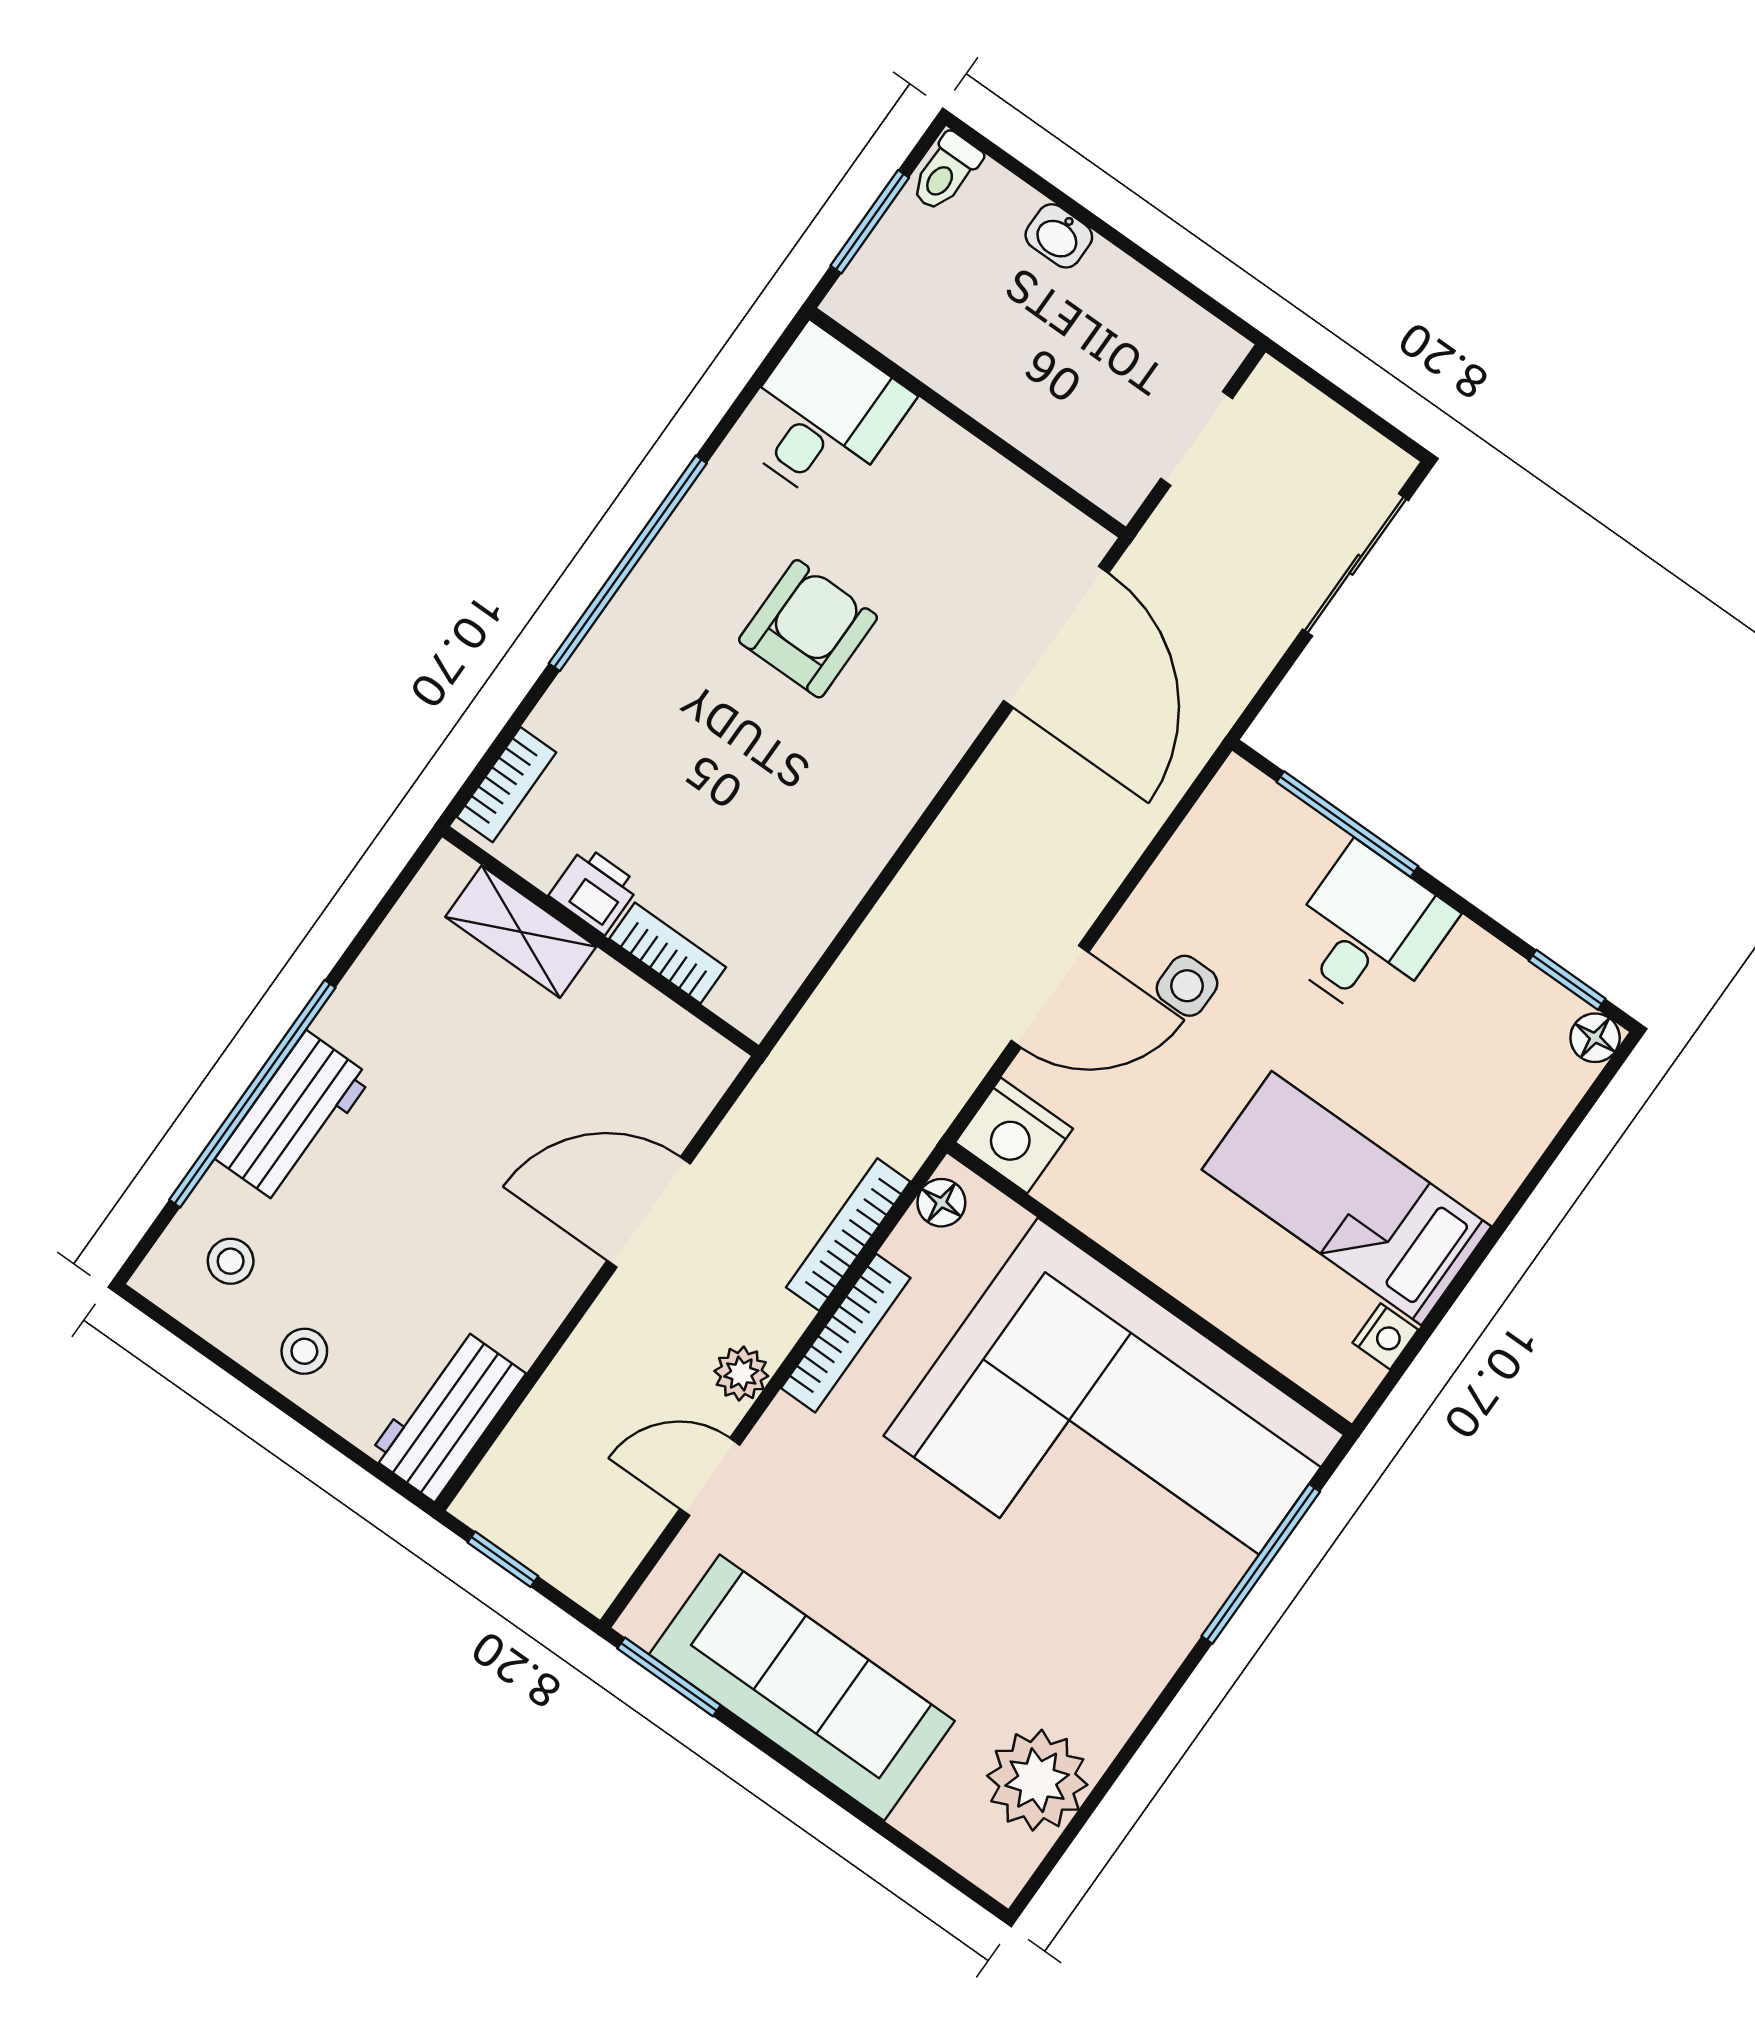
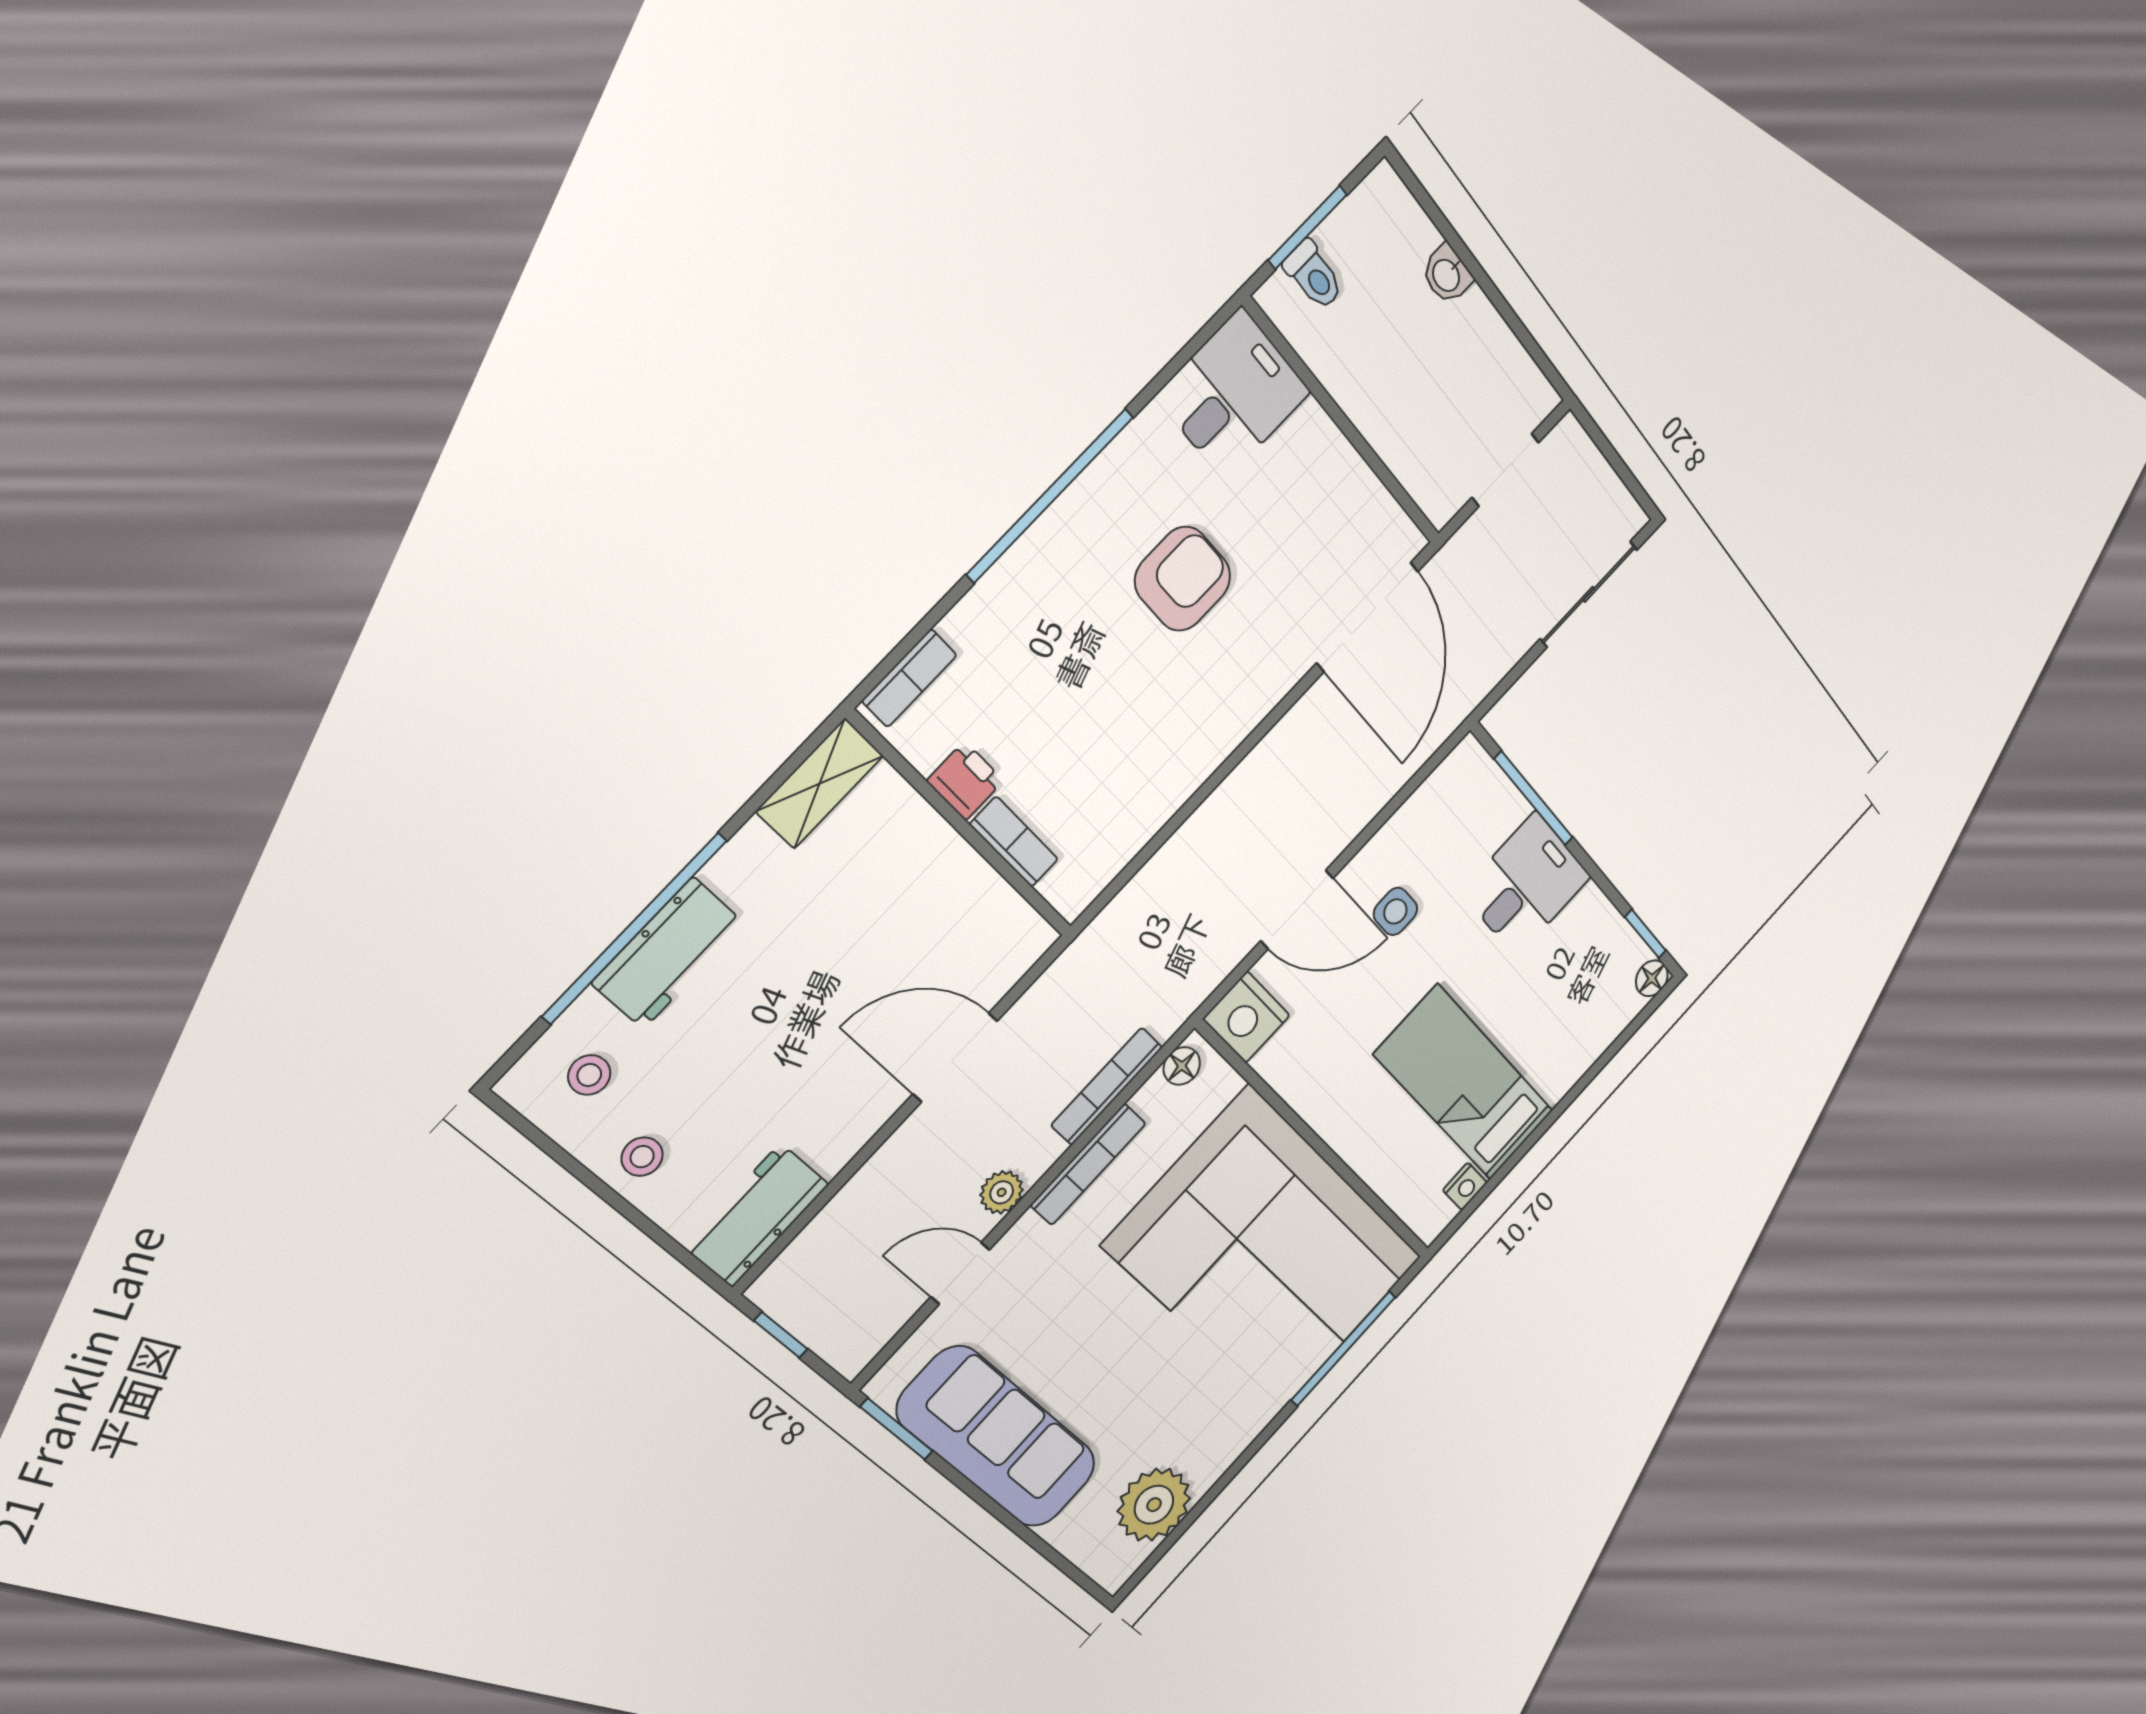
toilet: (946, 172) -> (1314, 275), moved, turned -90
shelving: (521, 932) -> (820, 784), moved, turned 90

